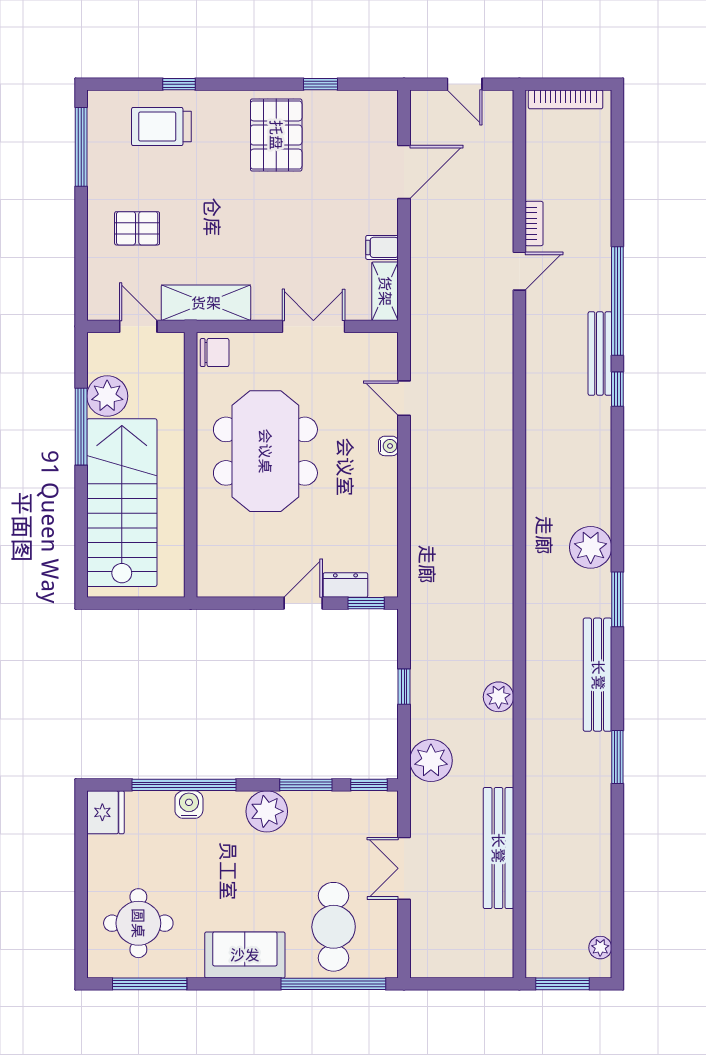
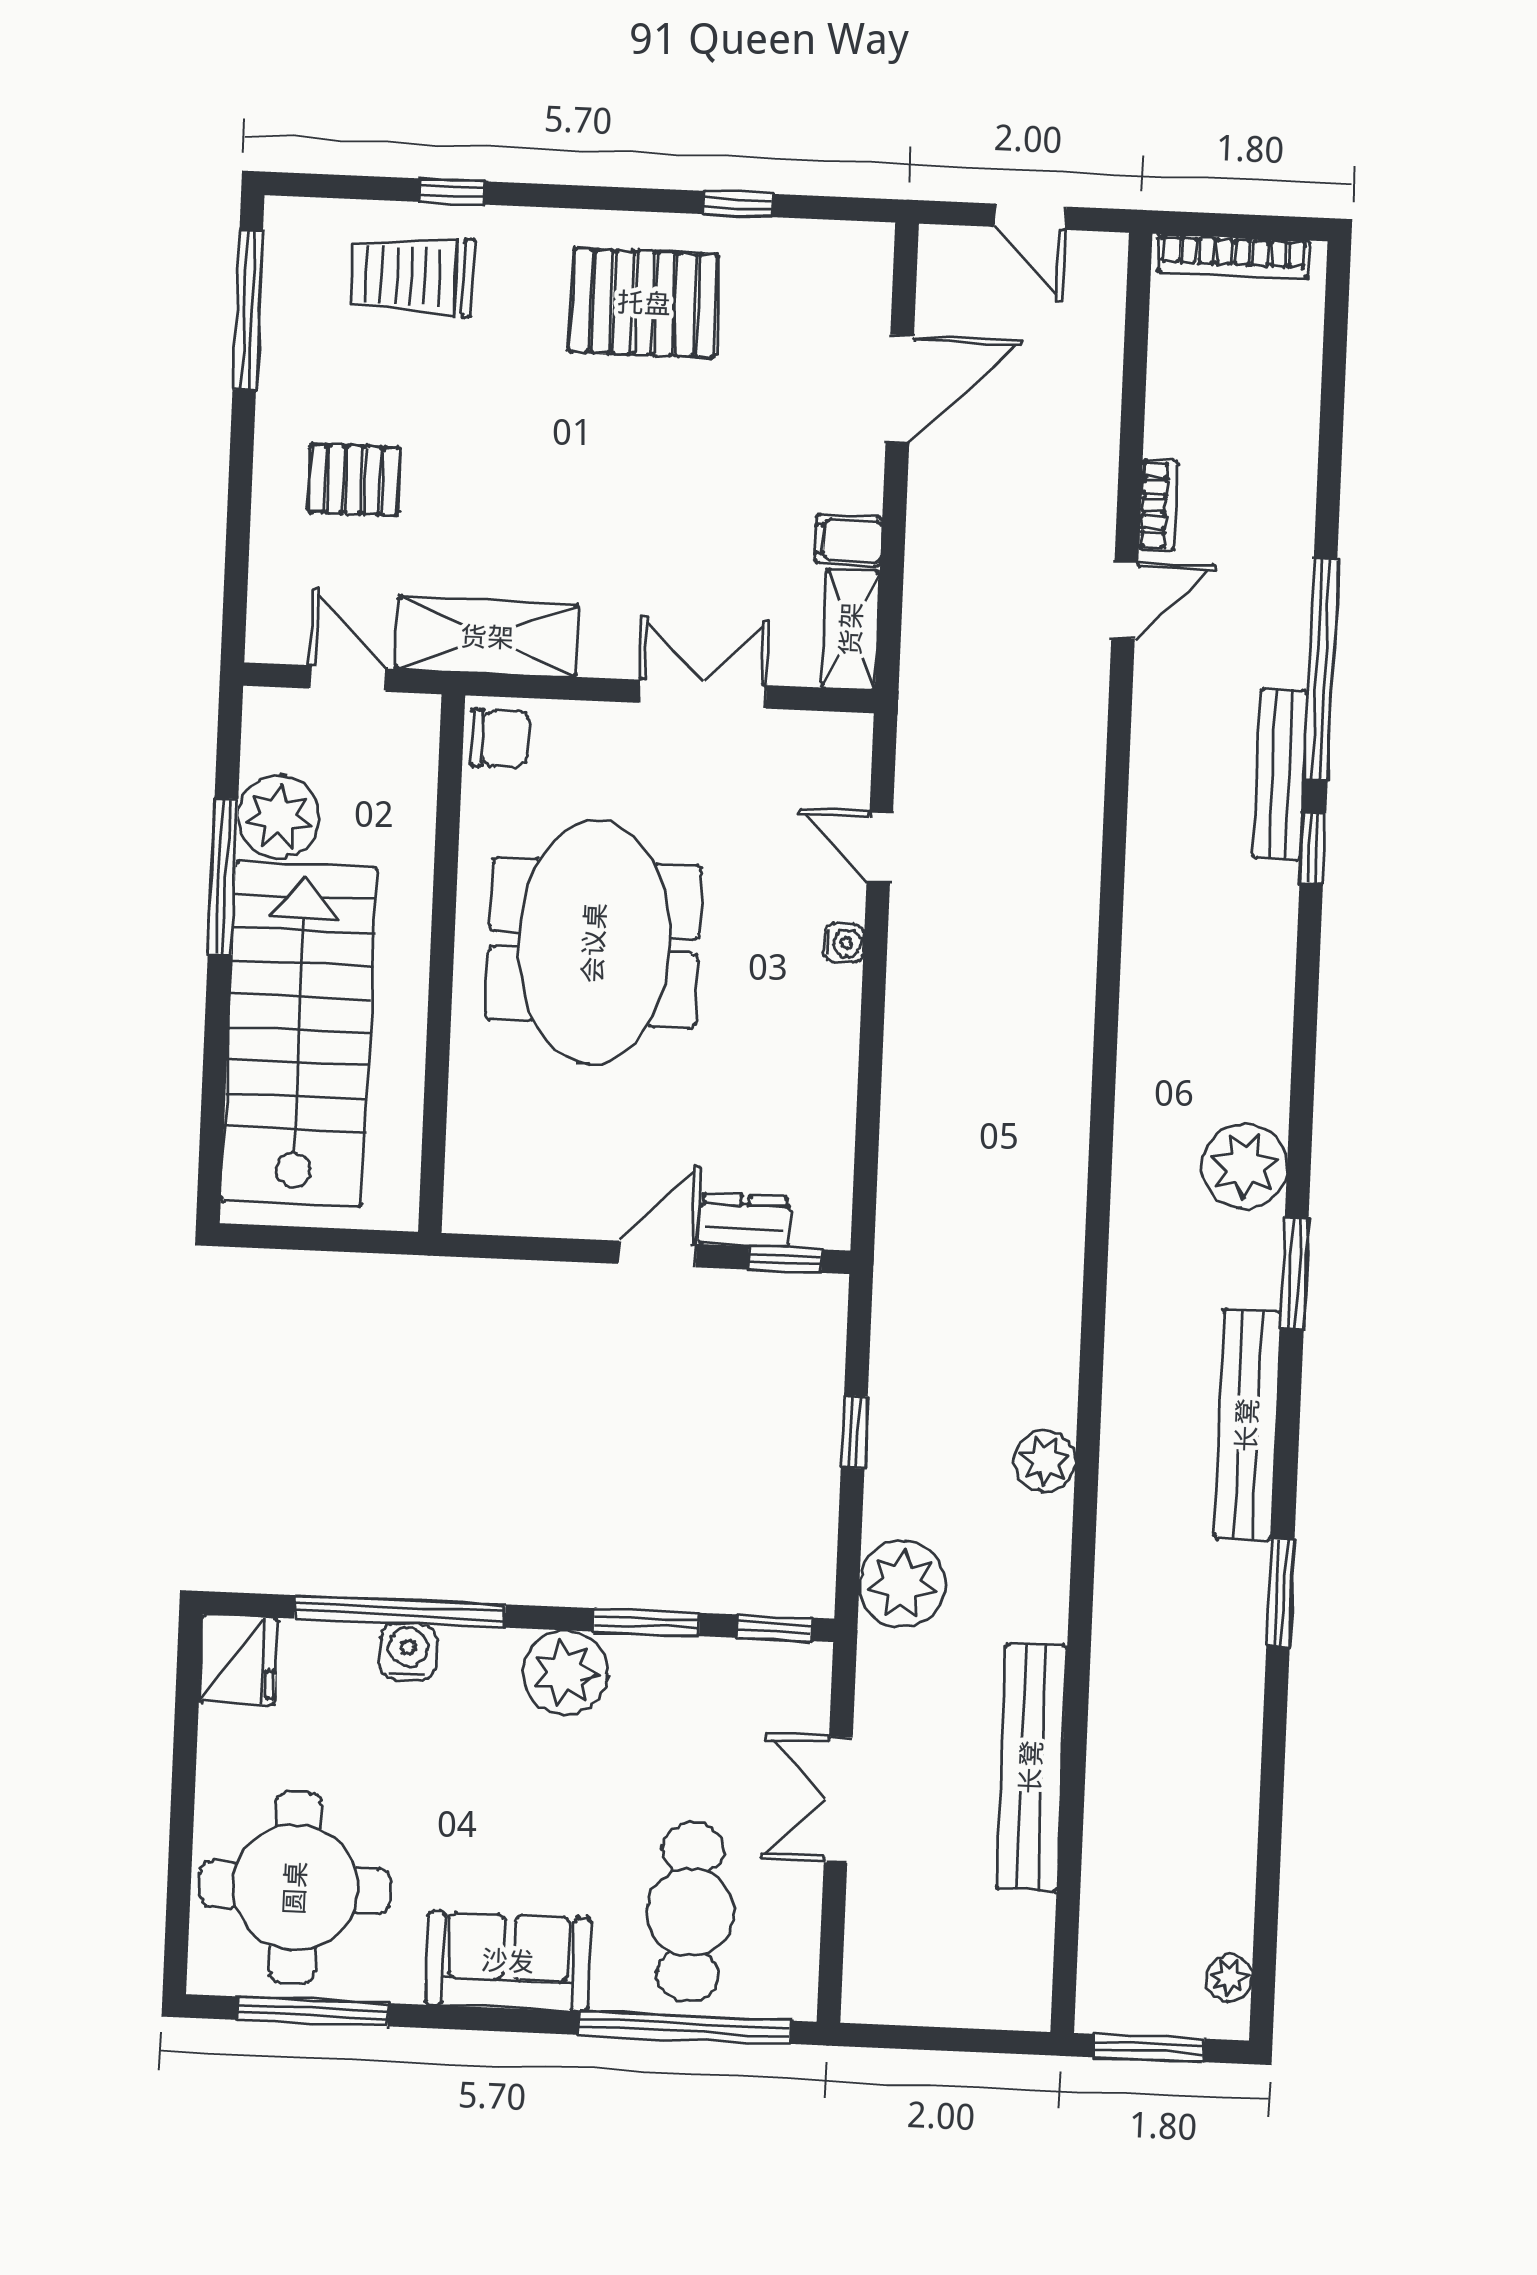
pallet: (276, 135) -> (644, 303), turned 90
round table: (138, 923) -> (295, 1888), width x1.36, depth x1.36

